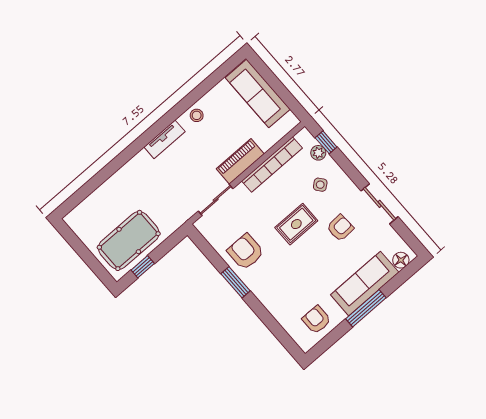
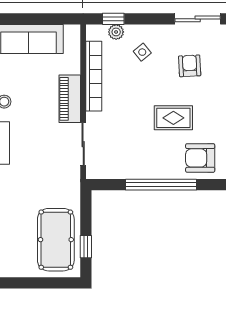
rug: (296, 224) -> (173, 118), moved, turned 90
armchair: (246, 252) -> (200, 158), moved
window: (236, 282) -> (161, 185), width x2.11

